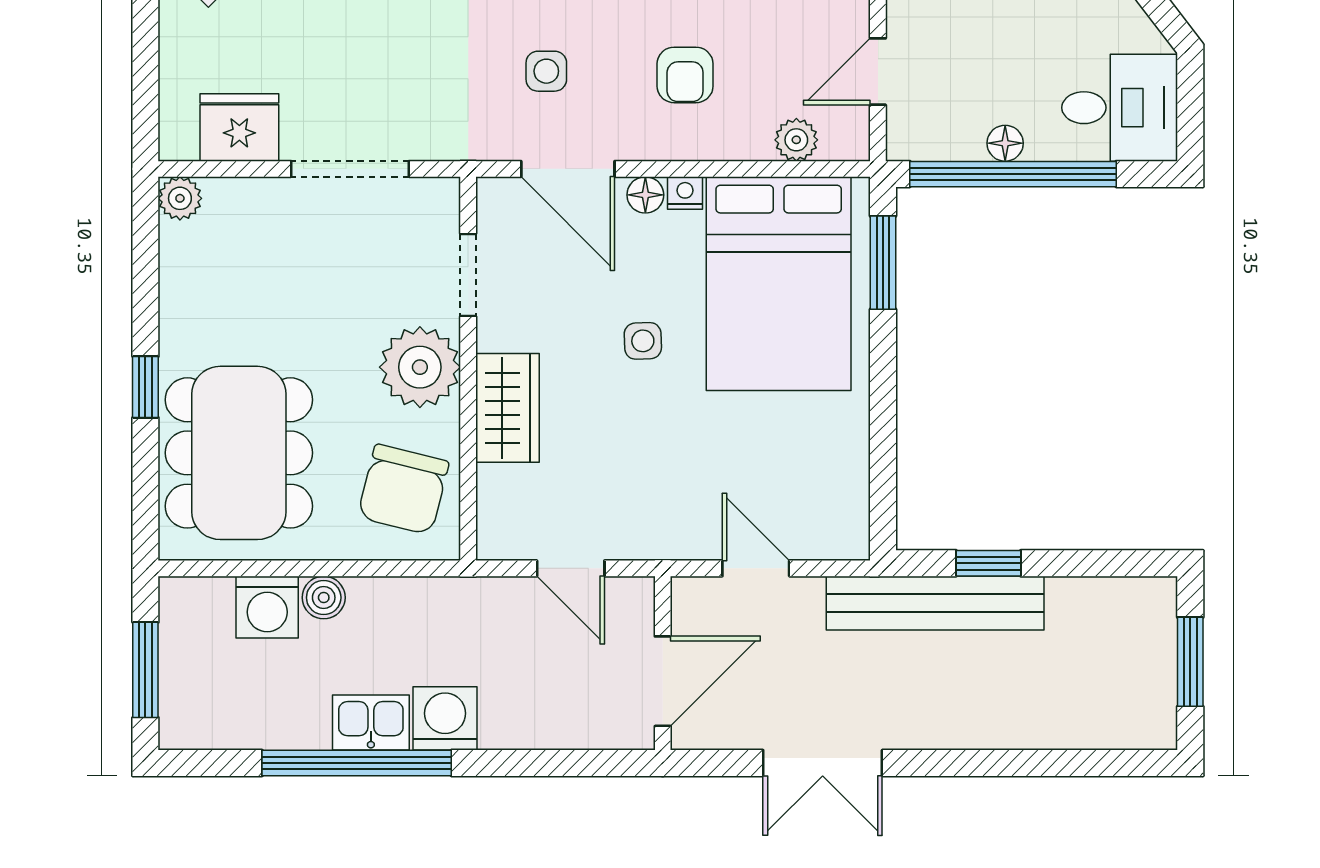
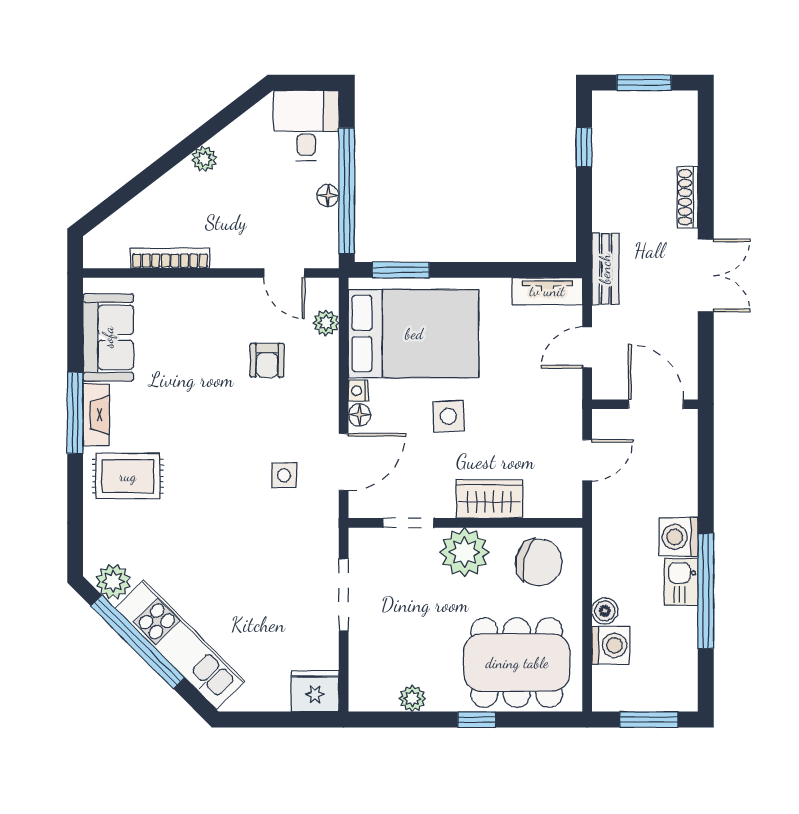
armchair: (685, 75) -> (267, 360), moved, turned 90
fridge: (239, 127) -> (315, 691), moved, turned 90
plant: (180, 198) -> (412, 698), moved
side table: (643, 341) -> (448, 416), width x1.37, depth x1.37
tv unit: (848, 503) -> (547, 291), added
window: (988, 563) -> (584, 147), moved
bench: (935, 603) -> (605, 269), width x0.54, depth x0.82
shoe rack: (1002, 733) -> (687, 197), added
double door: (823, 763) -> (706, 275), moved

